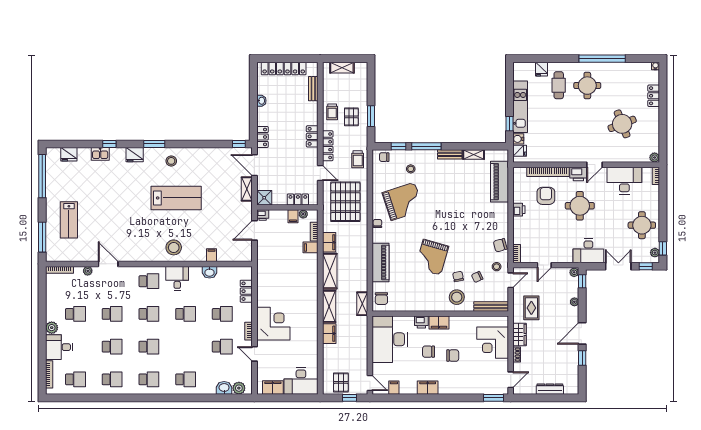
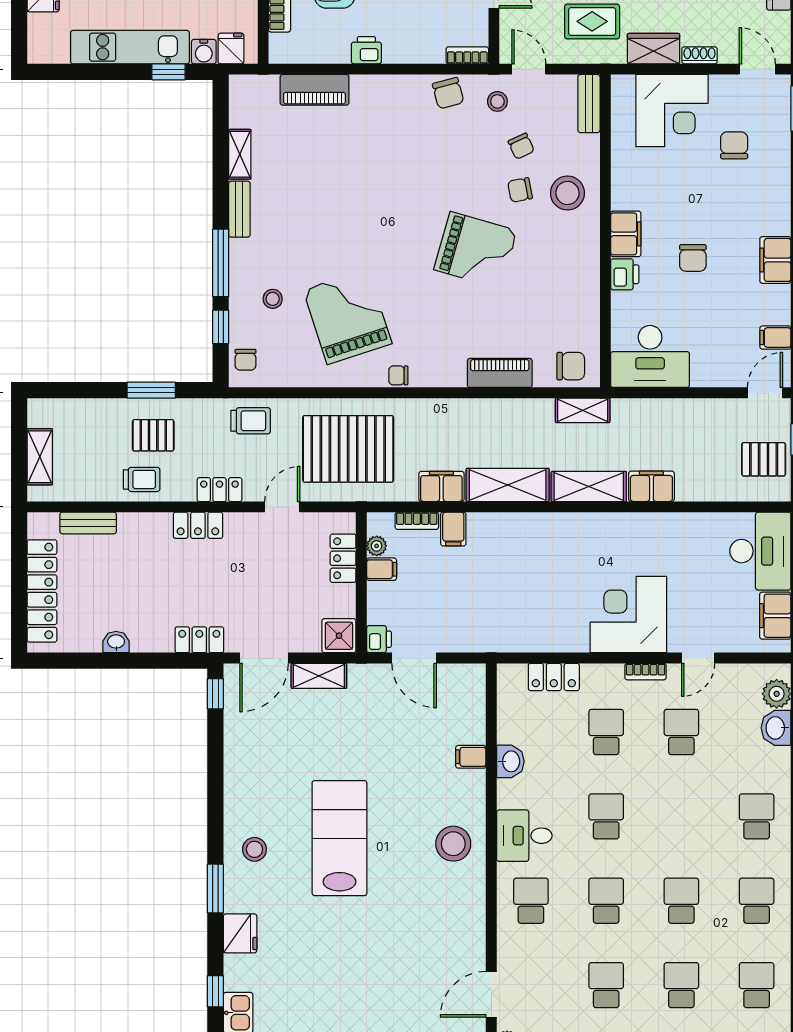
locker: (328, 146) -> (219, 490), width x0.66
piano: (499, 182) -> (315, 90), width x0.73, depth x0.75
piano: (381, 262) -> (500, 373), width x0.73, depth x0.75
bench: (491, 306) -> (589, 104), width x0.73
desk: (390, 339) -> (650, 356), width x0.73, depth x0.77
chair: (453, 356) -> (734, 145), moved

